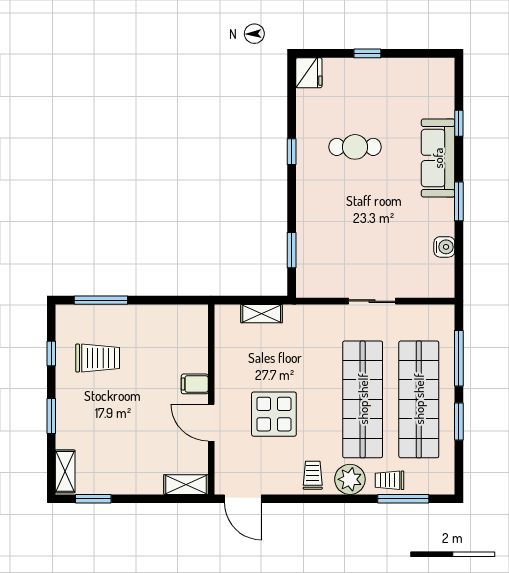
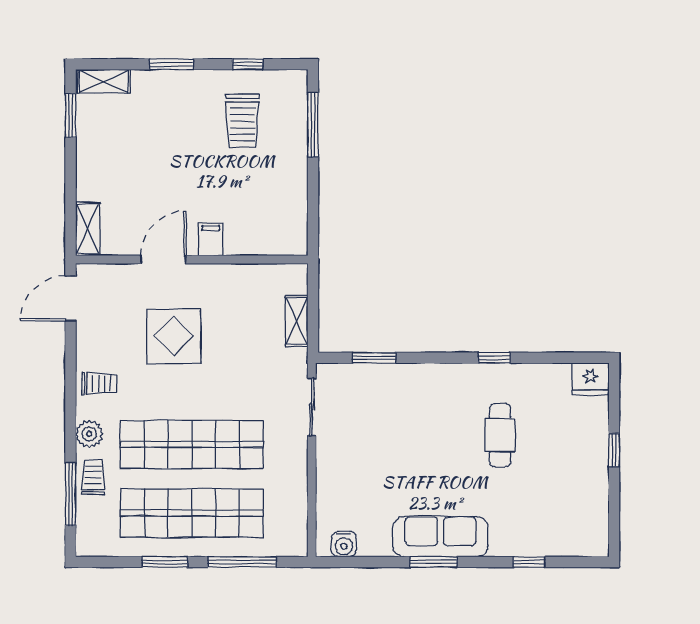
sofa: (438, 158) -> (440, 537), moved
water cooler: (444, 247) -> (344, 544), moved
sliding door: (372, 301) -> (312, 407), moved
plant: (350, 479) -> (89, 434), width x0.73, depth x0.73

